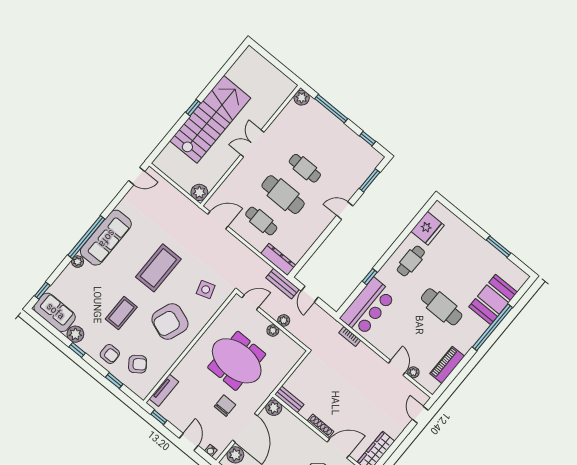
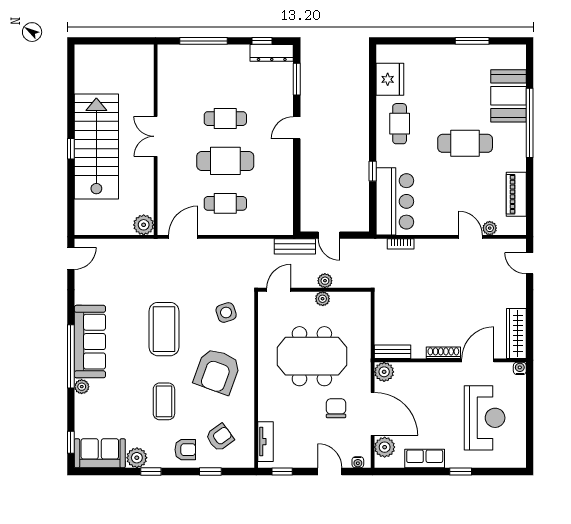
plant: (302, 98) -> (167, 54), removed
dresser: (278, 259) -> (272, 53), moved, turned 180

